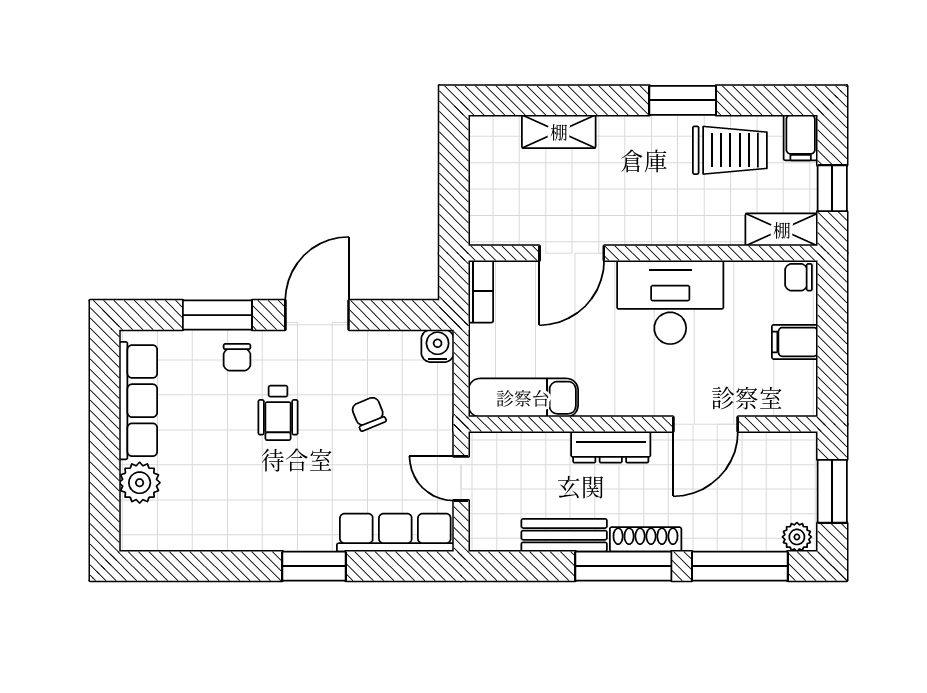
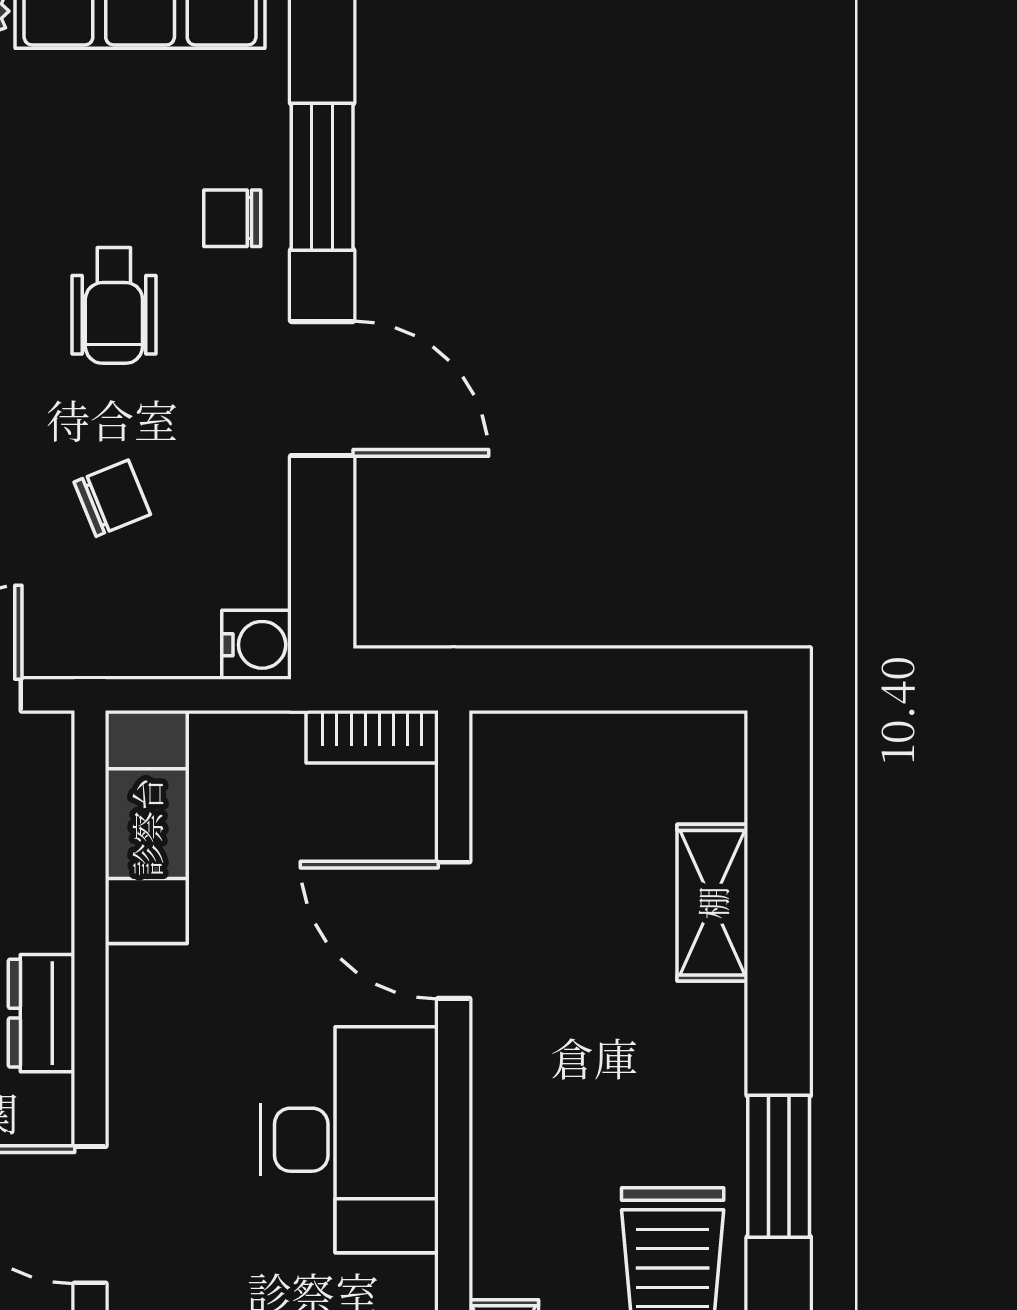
wheelchair: (278, 413) -> (114, 306), turned -90
dresser: (611, 447) -> (41, 1013), width x0.70

